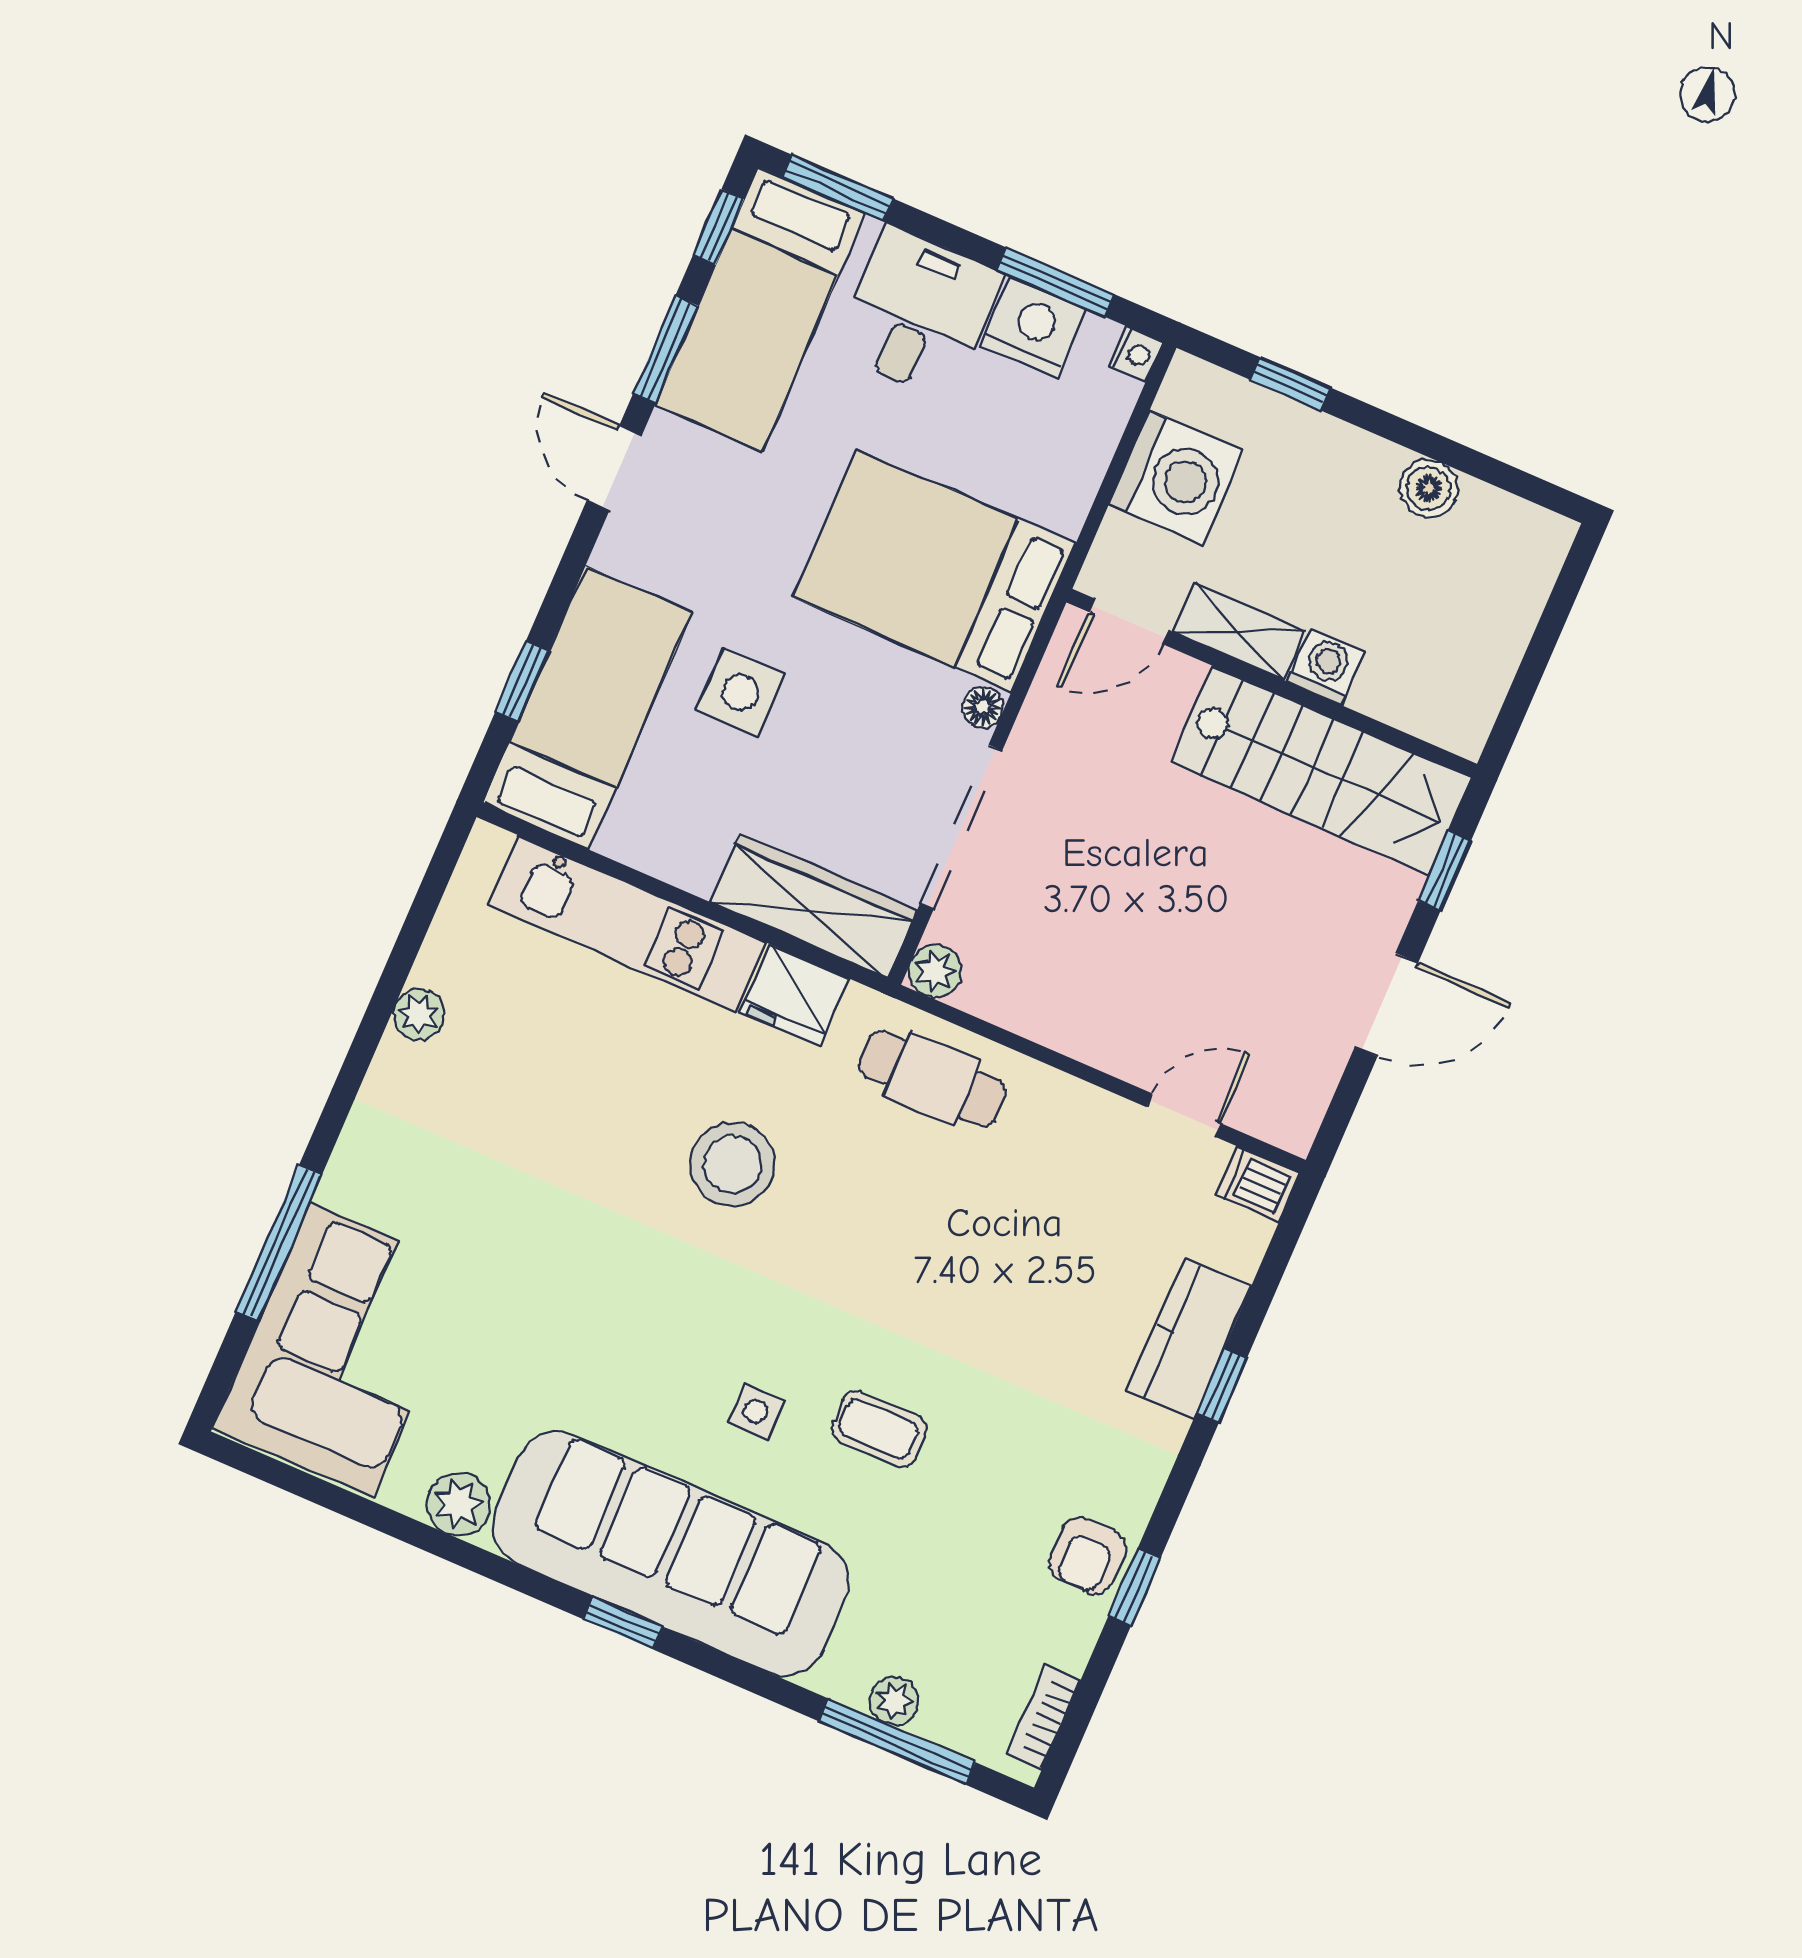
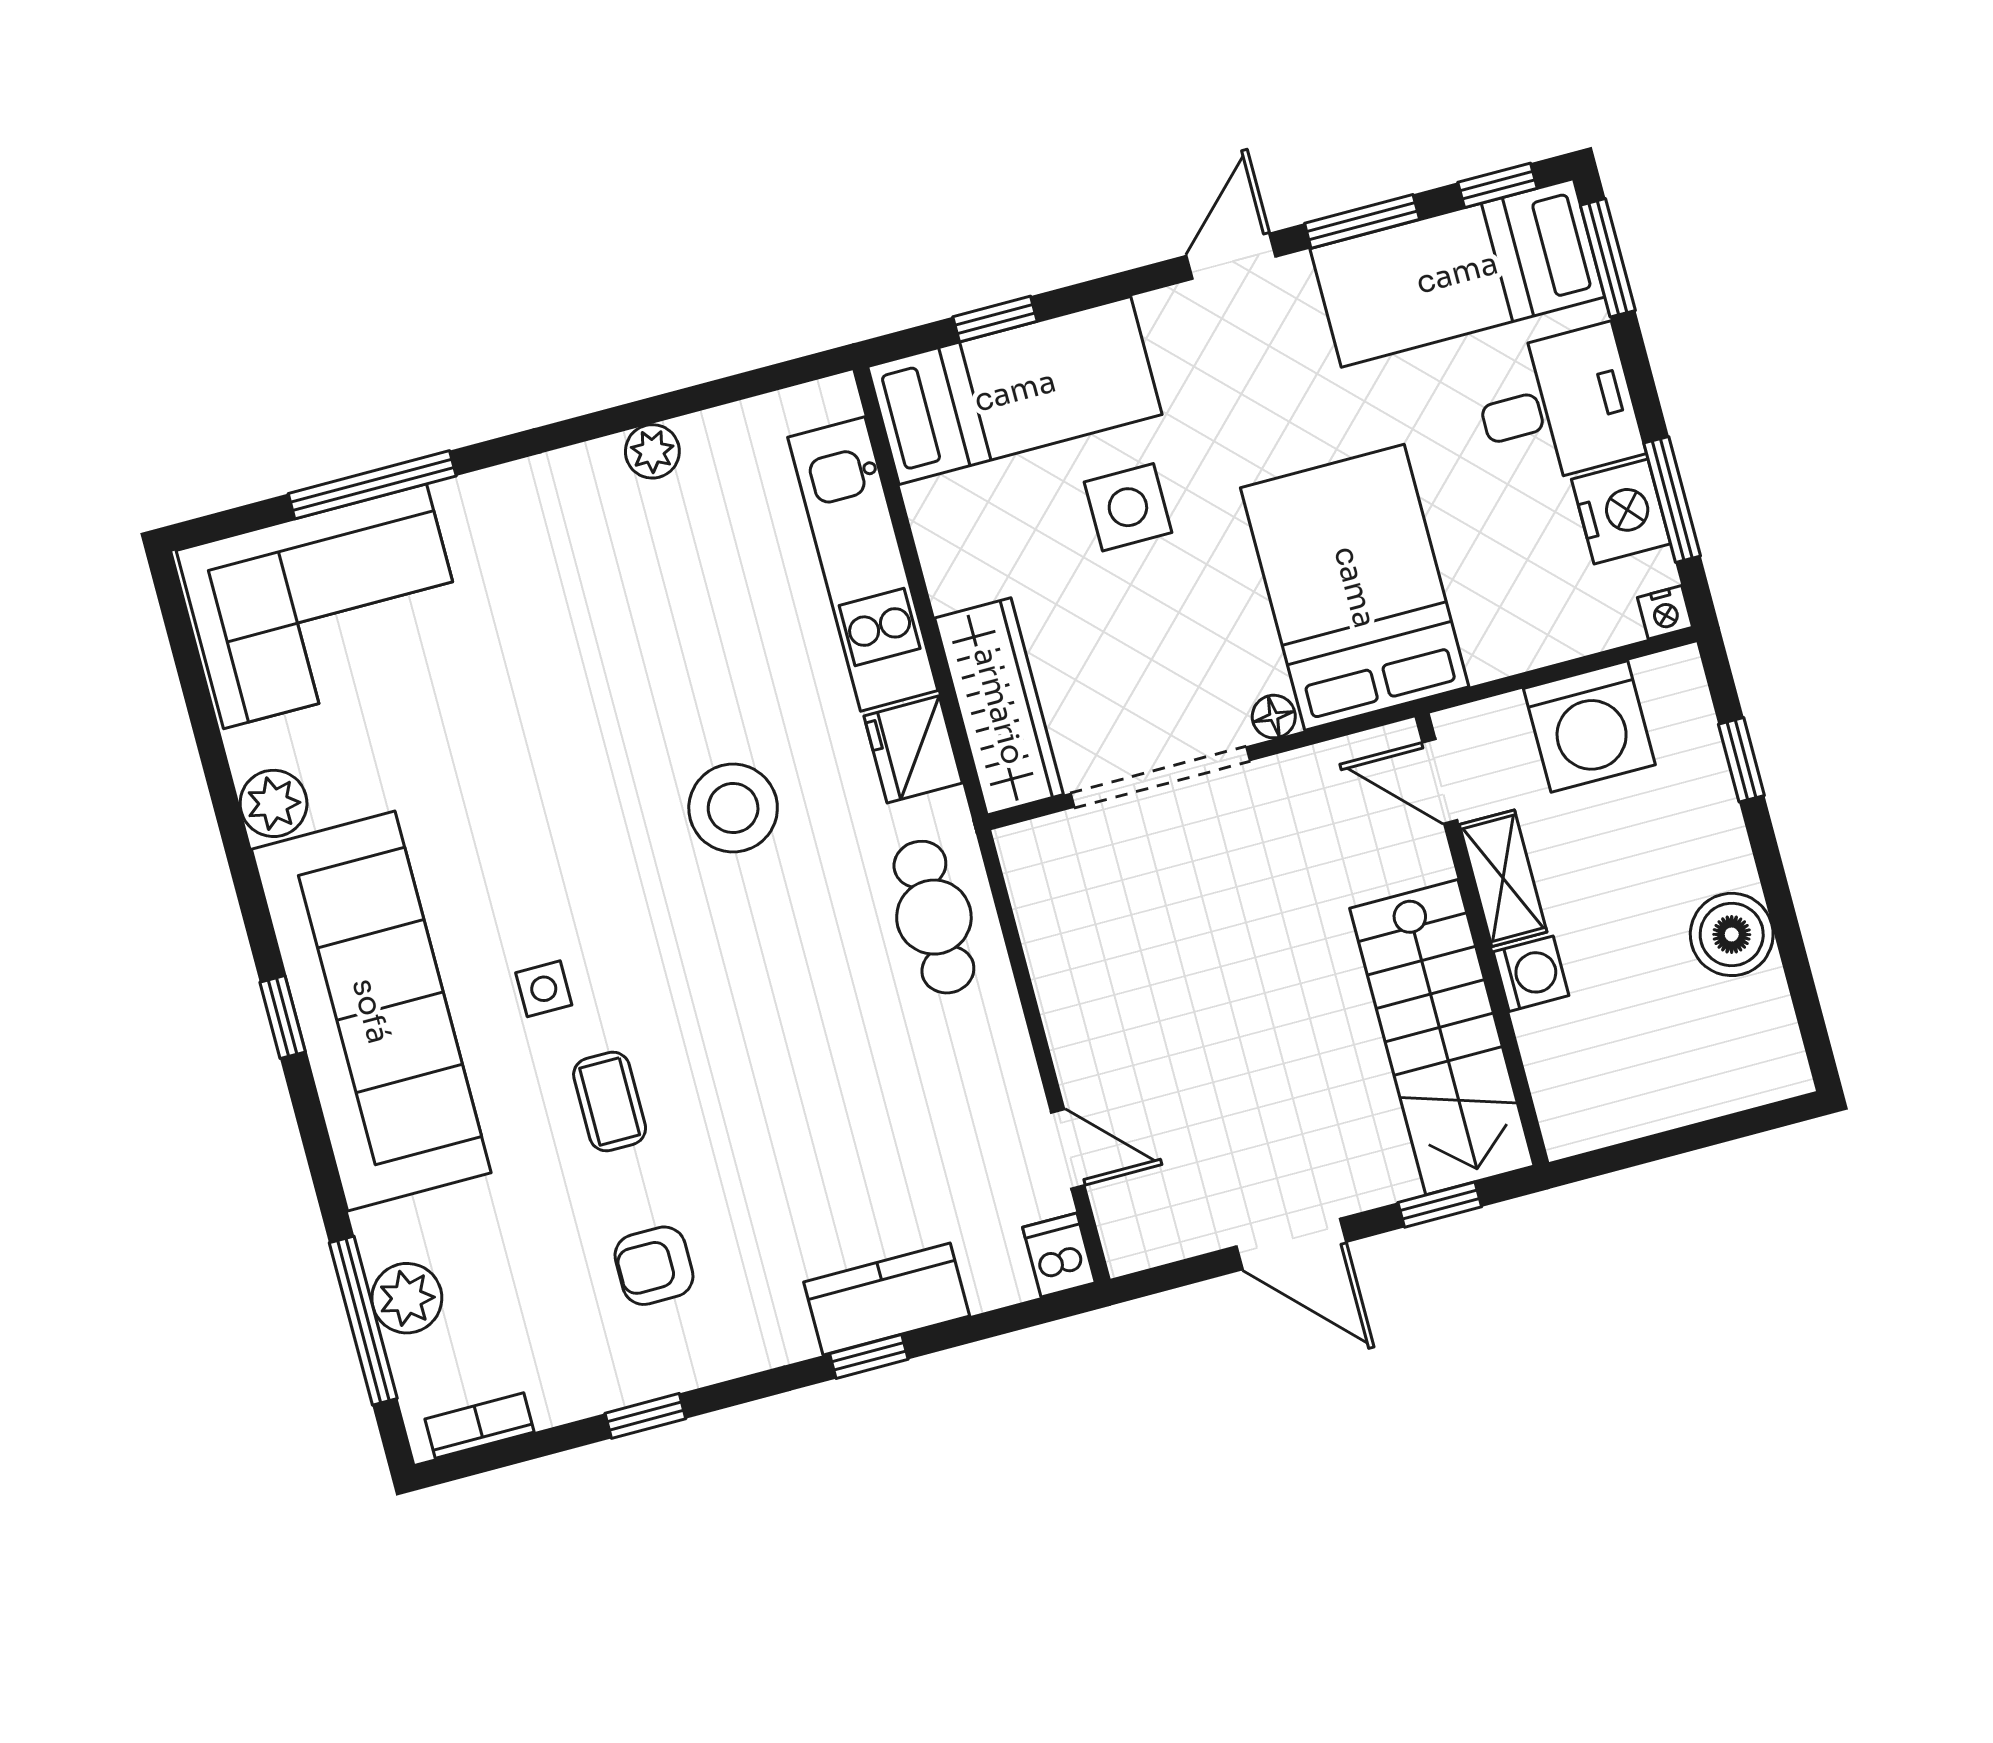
boiler: (1429, 488) -> (1732, 934), width x1.36, depth x1.36
plant: (935, 971) -> (1025, 850), removed
armchair: (1087, 1556) -> (654, 1266), moved
plant: (894, 1701) -> (407, 1298), width x1.38, depth x1.38

